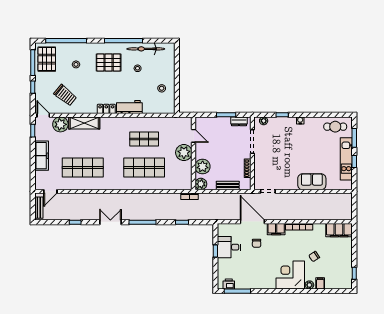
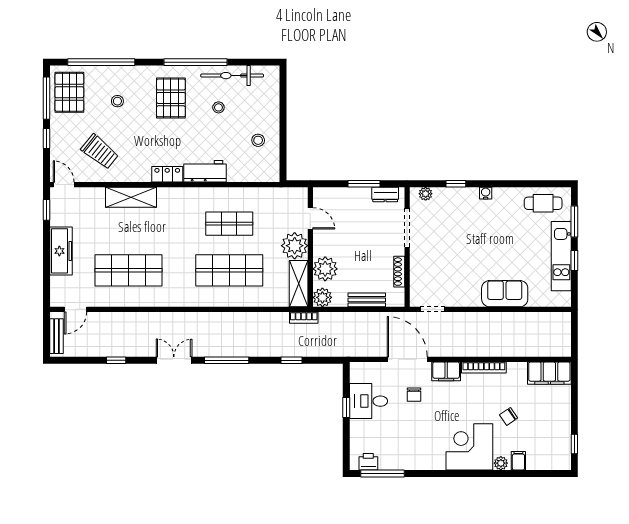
pallet: (109, 62) -> (171, 98), turned 90
plant: (60, 124) -> (92, 200), removed
shelving: (186, 176) -> (299, 284), added

